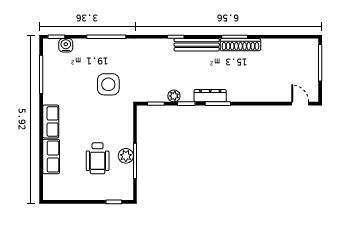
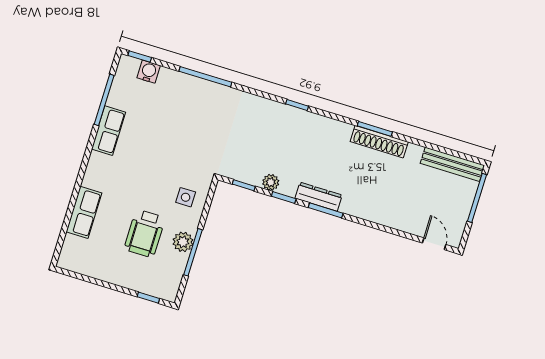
bench: (197, 45) -> (452, 164), moved
side table: (108, 84) -> (186, 197), moved, width x0.54, depth x0.54
row of seats: (51, 121) -> (109, 131), moved

